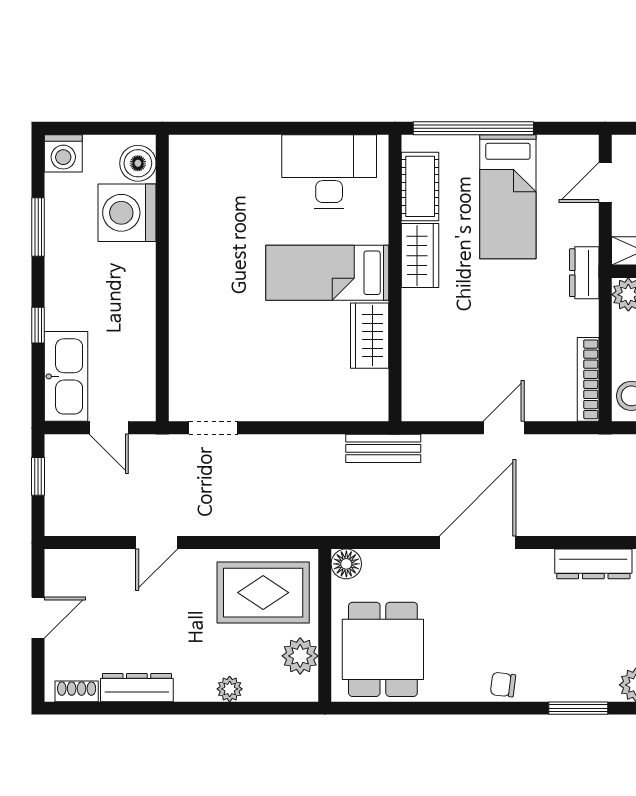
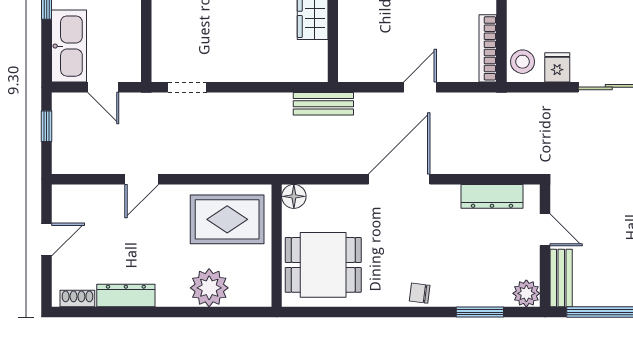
dining table: (383, 649) -> (323, 265), turned 90
plant: (300, 656) -> (257, 270), removed
plant: (230, 689) -> (209, 288), width x1.88, depth x1.88

